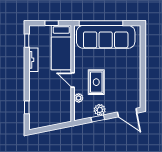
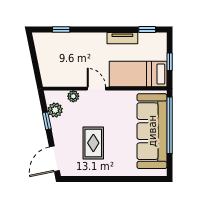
door: (73, 80) -> (96, 89), hinge flipped
rug: (96, 82) -> (93, 143), moved, turned 90
plant: (100, 110) -> (55, 110), moved

